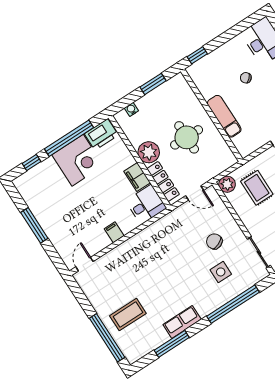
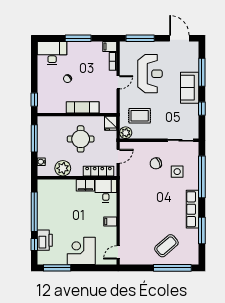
window: (153, 84) -> (34, 138), width x1.44
printer: (101, 134) -> (45, 240), moved
plant: (149, 152) -> (63, 168), moved
corner desk: (78, 160) -> (81, 251), moved, turned -90
fridge: (227, 160) -> (111, 123), added
window: (34, 225) -> (57, 268), moved
door: (85, 264) -> (118, 252), hinge flipped
coffee table: (128, 315) -> (166, 246), turned 49
row of seats: (182, 322) -> (193, 209), width x1.48

